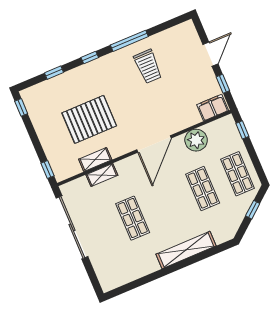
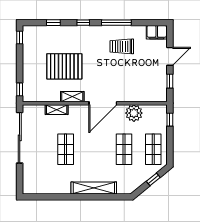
trolley: (148, 66) -> (122, 46), turned 90
filing cabinet: (213, 108) -> (157, 32), moved, turned 180
shelving: (95, 160) -> (72, 97), moved

